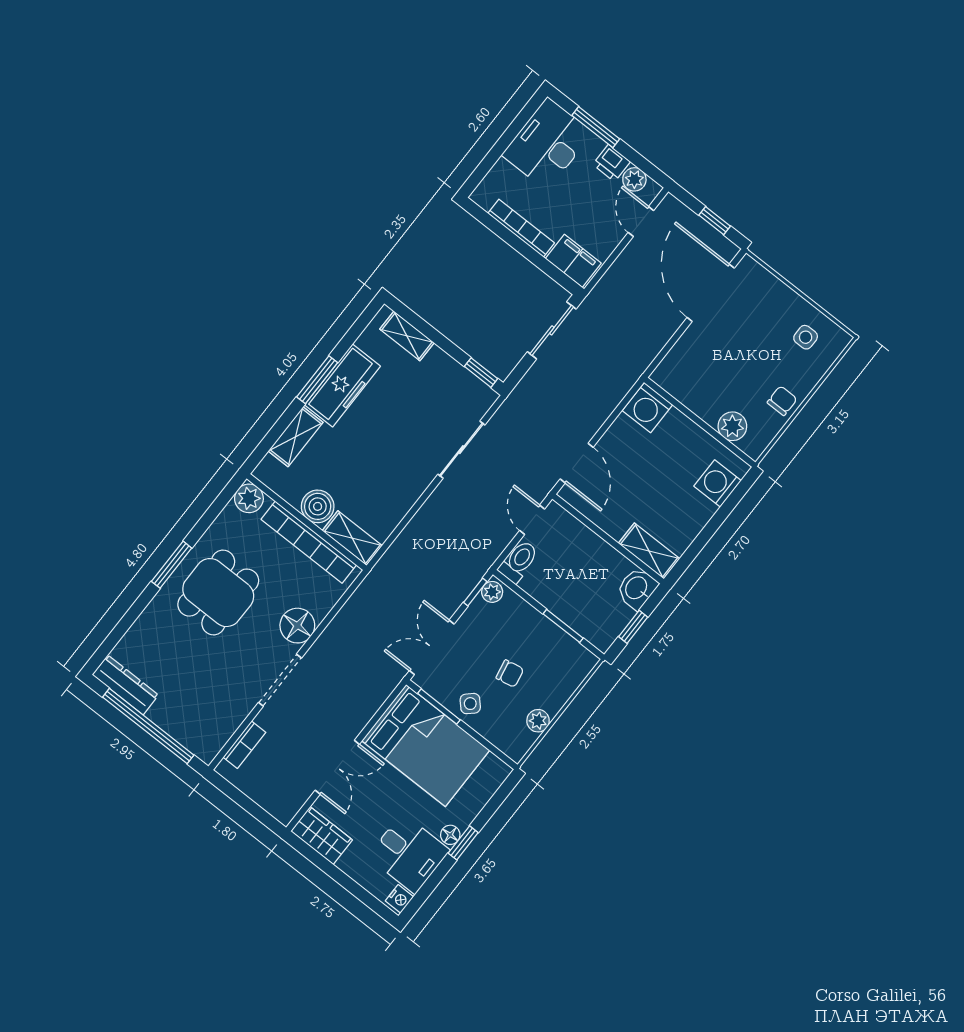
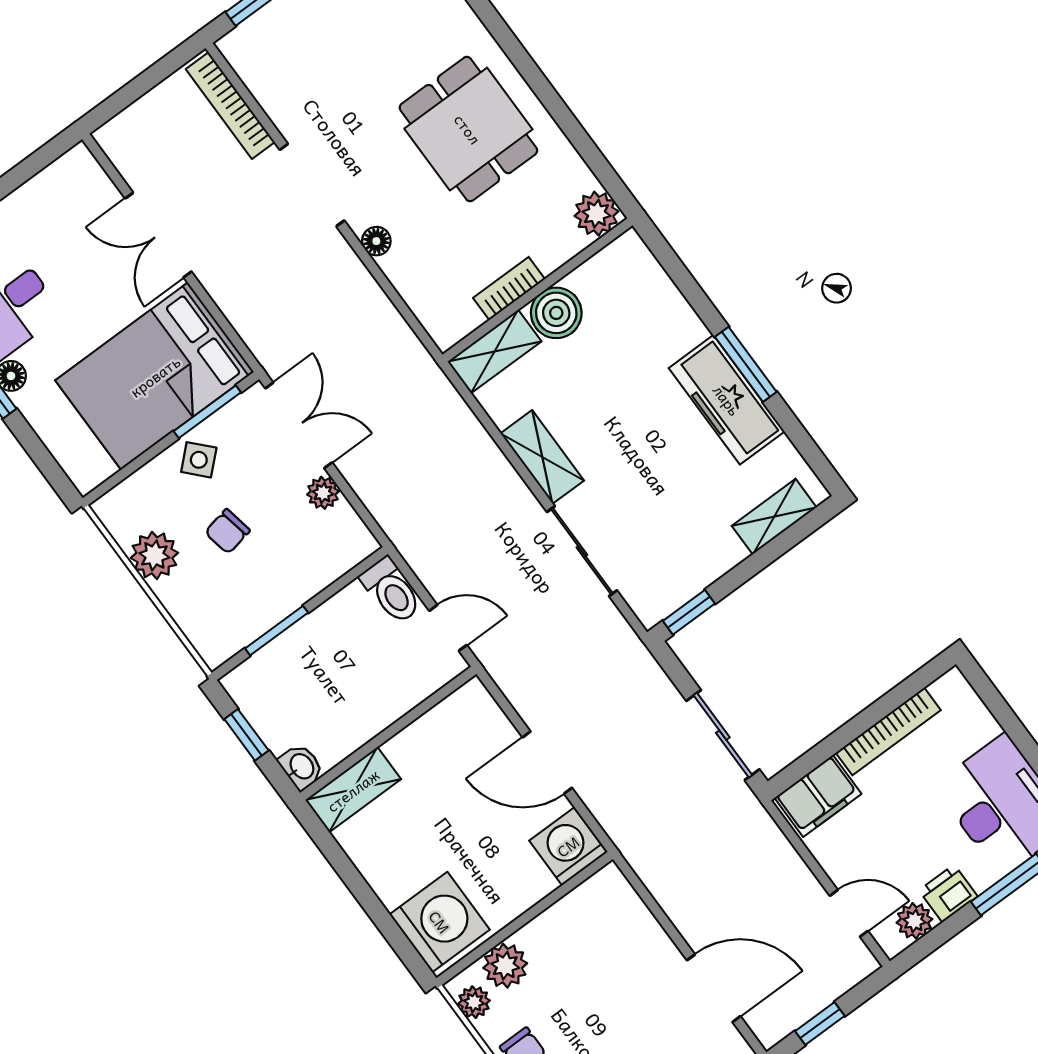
door: (711, 293) -> (714, 988), width x0.73
shelving: (296, 437) -> (542, 457), moved
plant: (760, 439) -> (474, 1002), added
door: (577, 463) -> (547, 763), moved
washing machine: (718, 483) -> (440, 922), width x1.37, depth x1.37
bookcase: (309, 542) -> (509, 288), width x0.43, depth x0.76
window: (172, 565) -> (529, 71), removed
washbasin: (637, 588) -> (301, 767), width x0.72, depth x0.69
window: (475, 592) -> (363, 513), removed
plant: (492, 592) -> (323, 493), moved
floor lamp: (297, 626) -> (376, 241), width x0.53, depth x0.53
plant: (538, 721) -> (154, 555), width x1.38, depth x1.38
bookcase: (244, 745) -> (230, 106), width x1.56
wardrobe: (322, 836) -> (63, 183), removed

